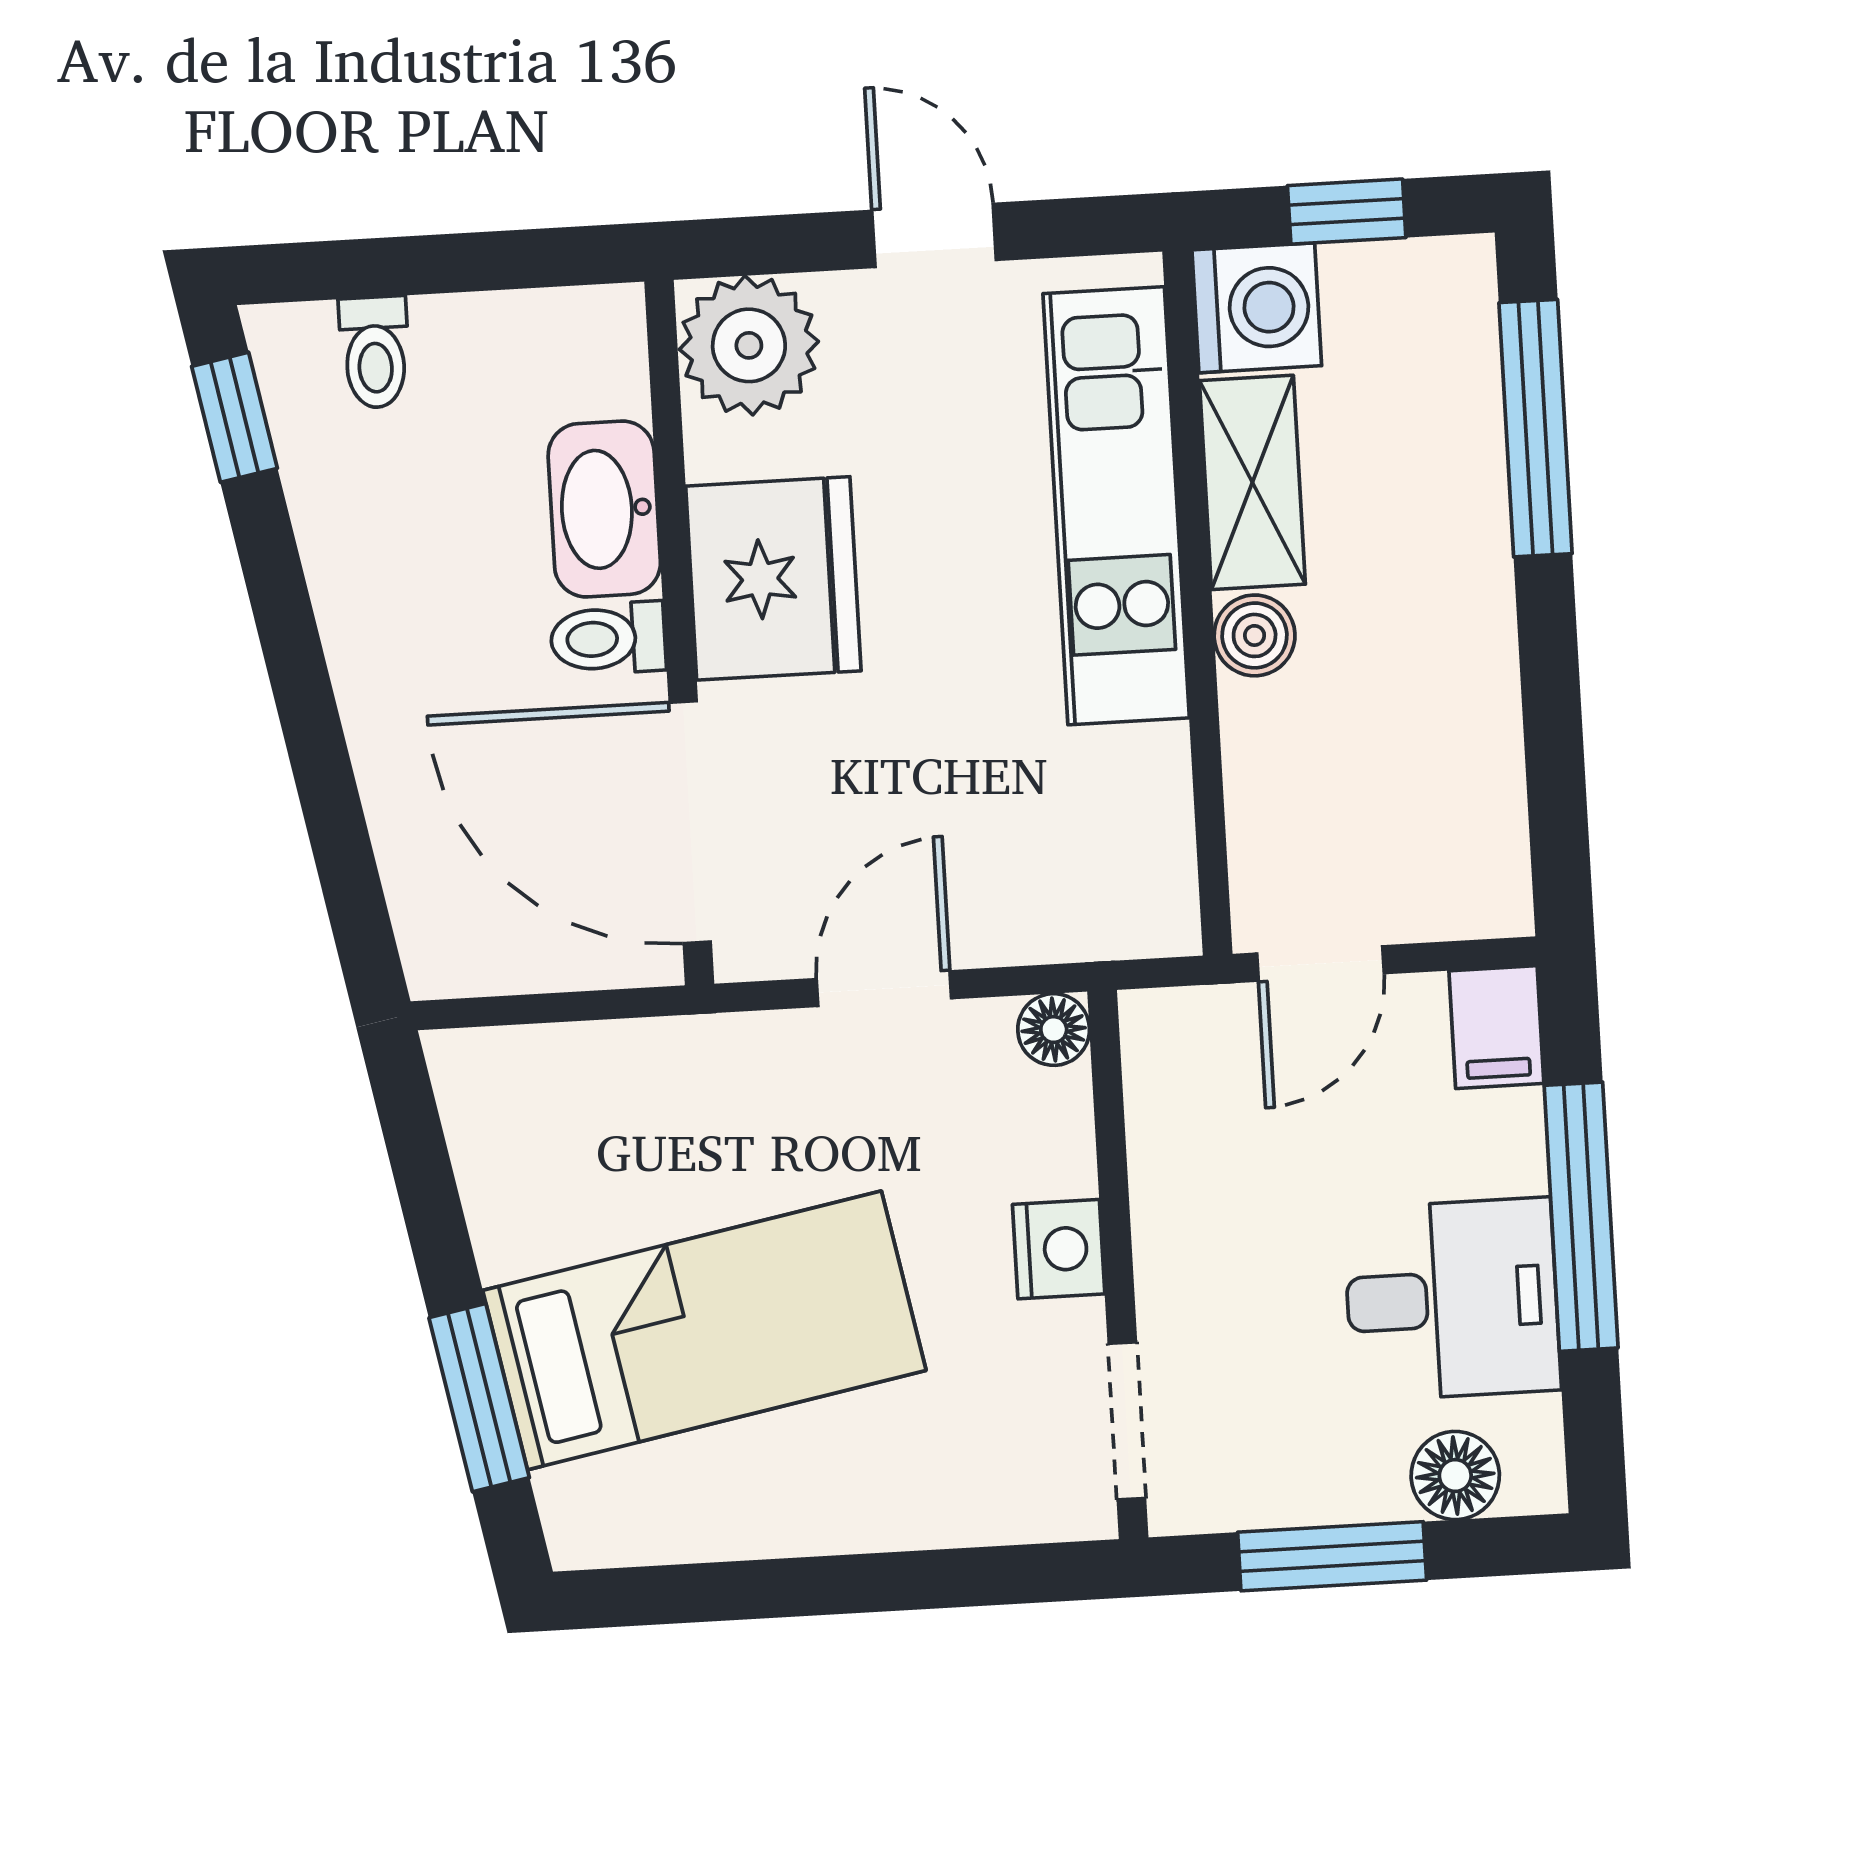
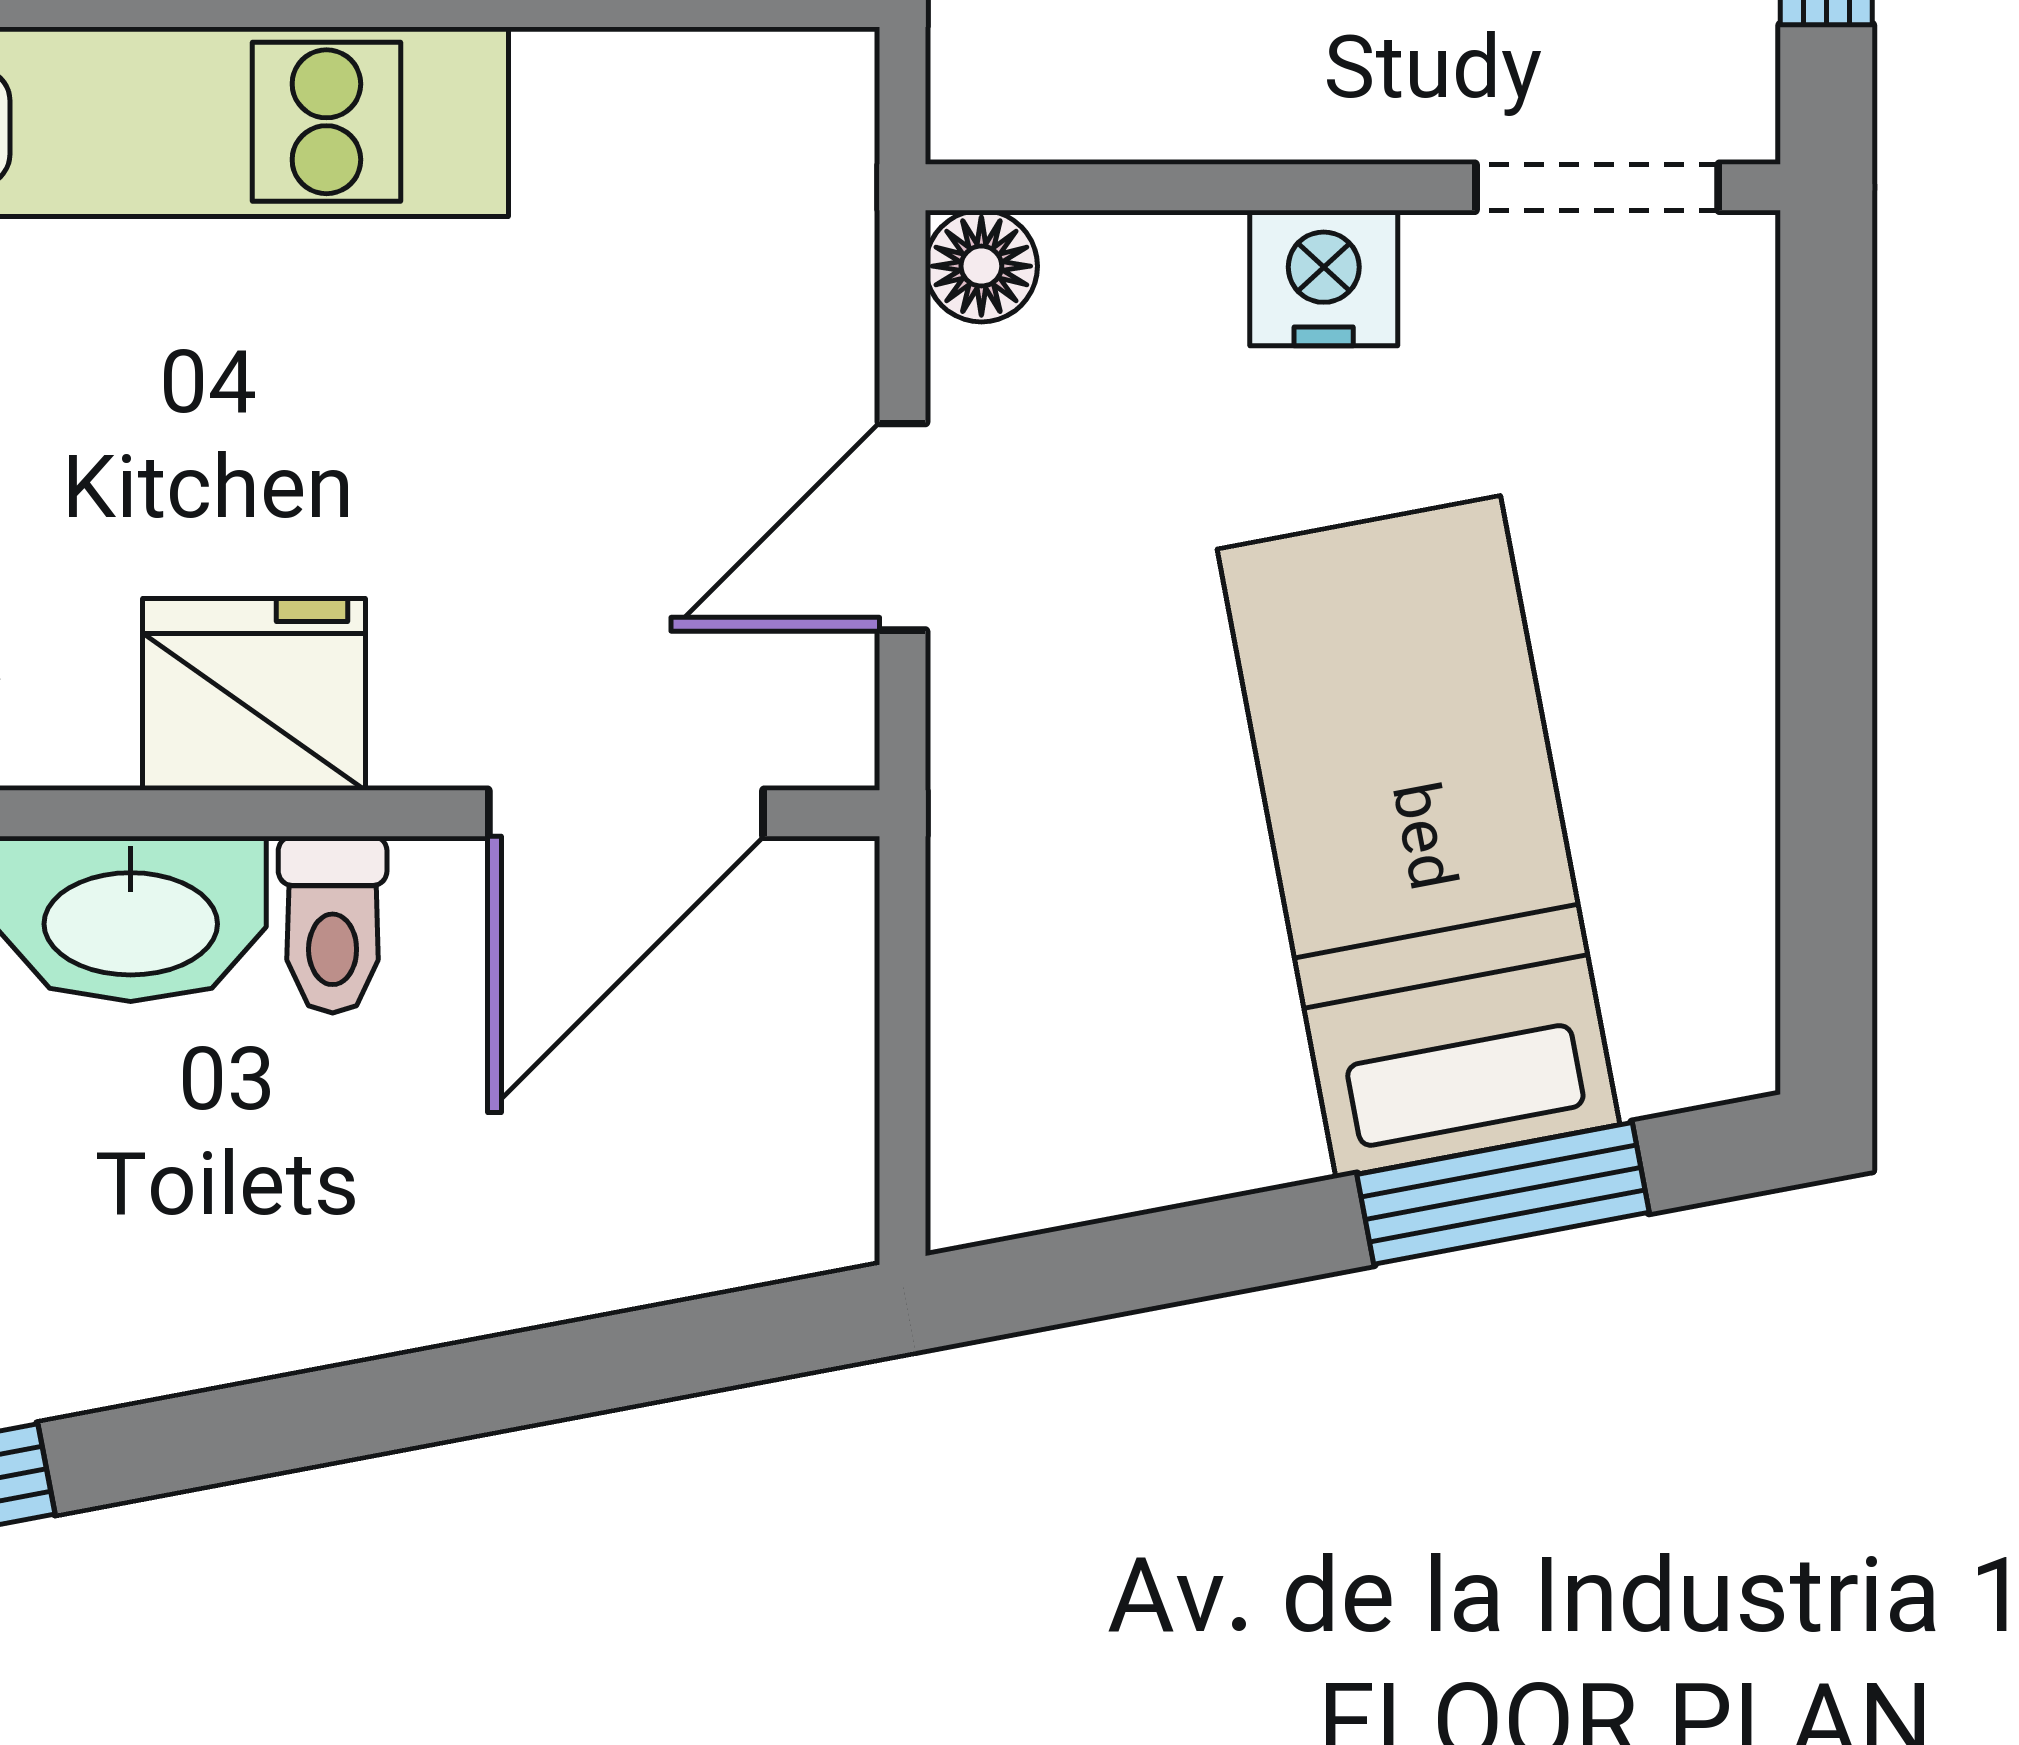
fridge: (773, 578) -> (254, 694), width x0.73, depth x0.75
door: (690, 822) -> (626, 813), width x0.73
door: (884, 989) -> (903, 527), hinge flipped

